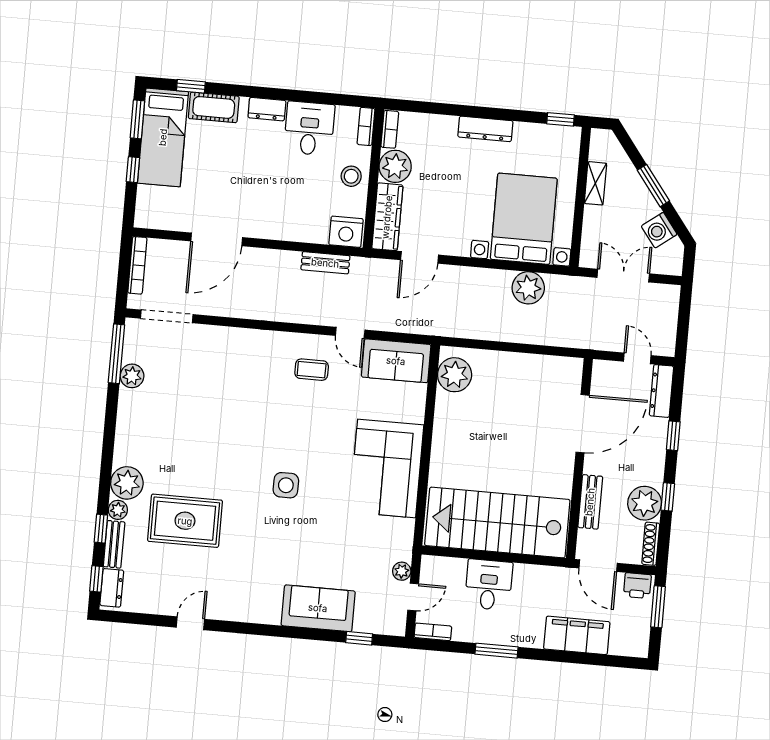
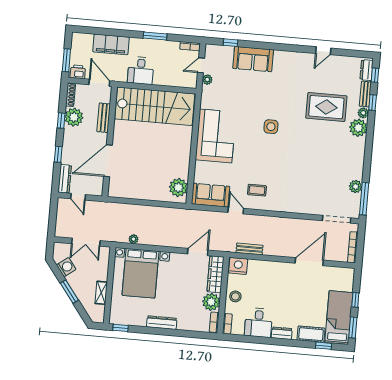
plant: (528, 288) -> (134, 239), width x0.53, depth x0.53
desk: (489, 585) -> (141, 71), moved

